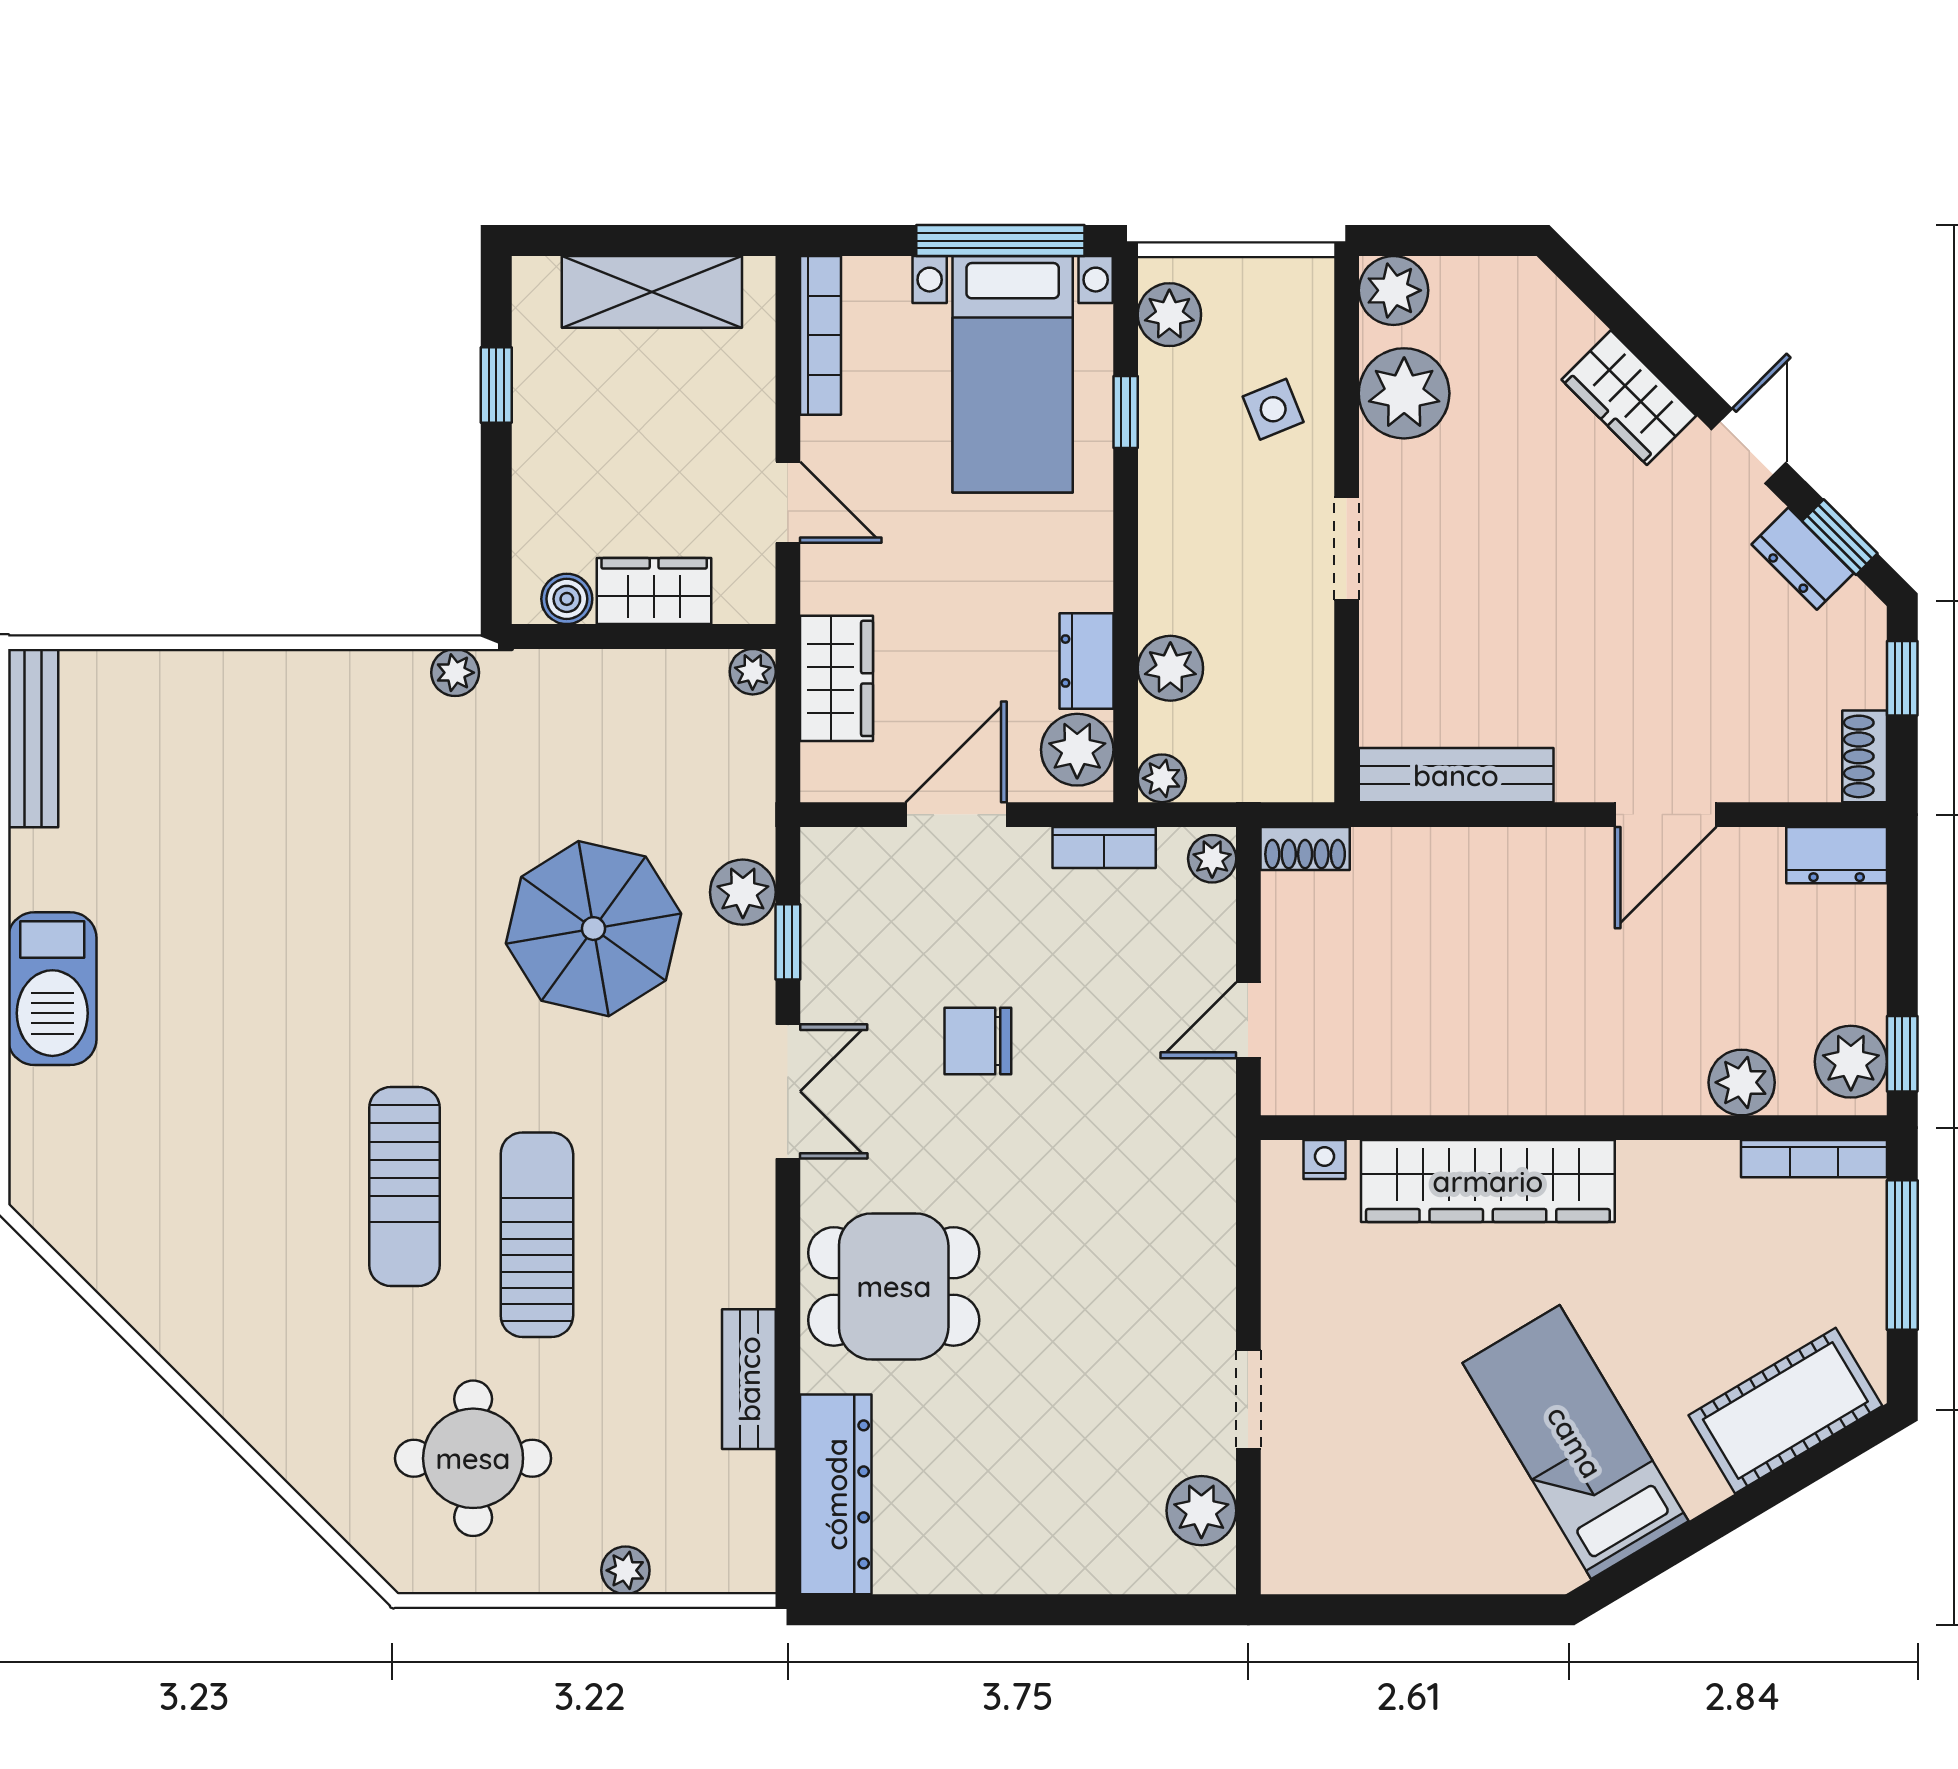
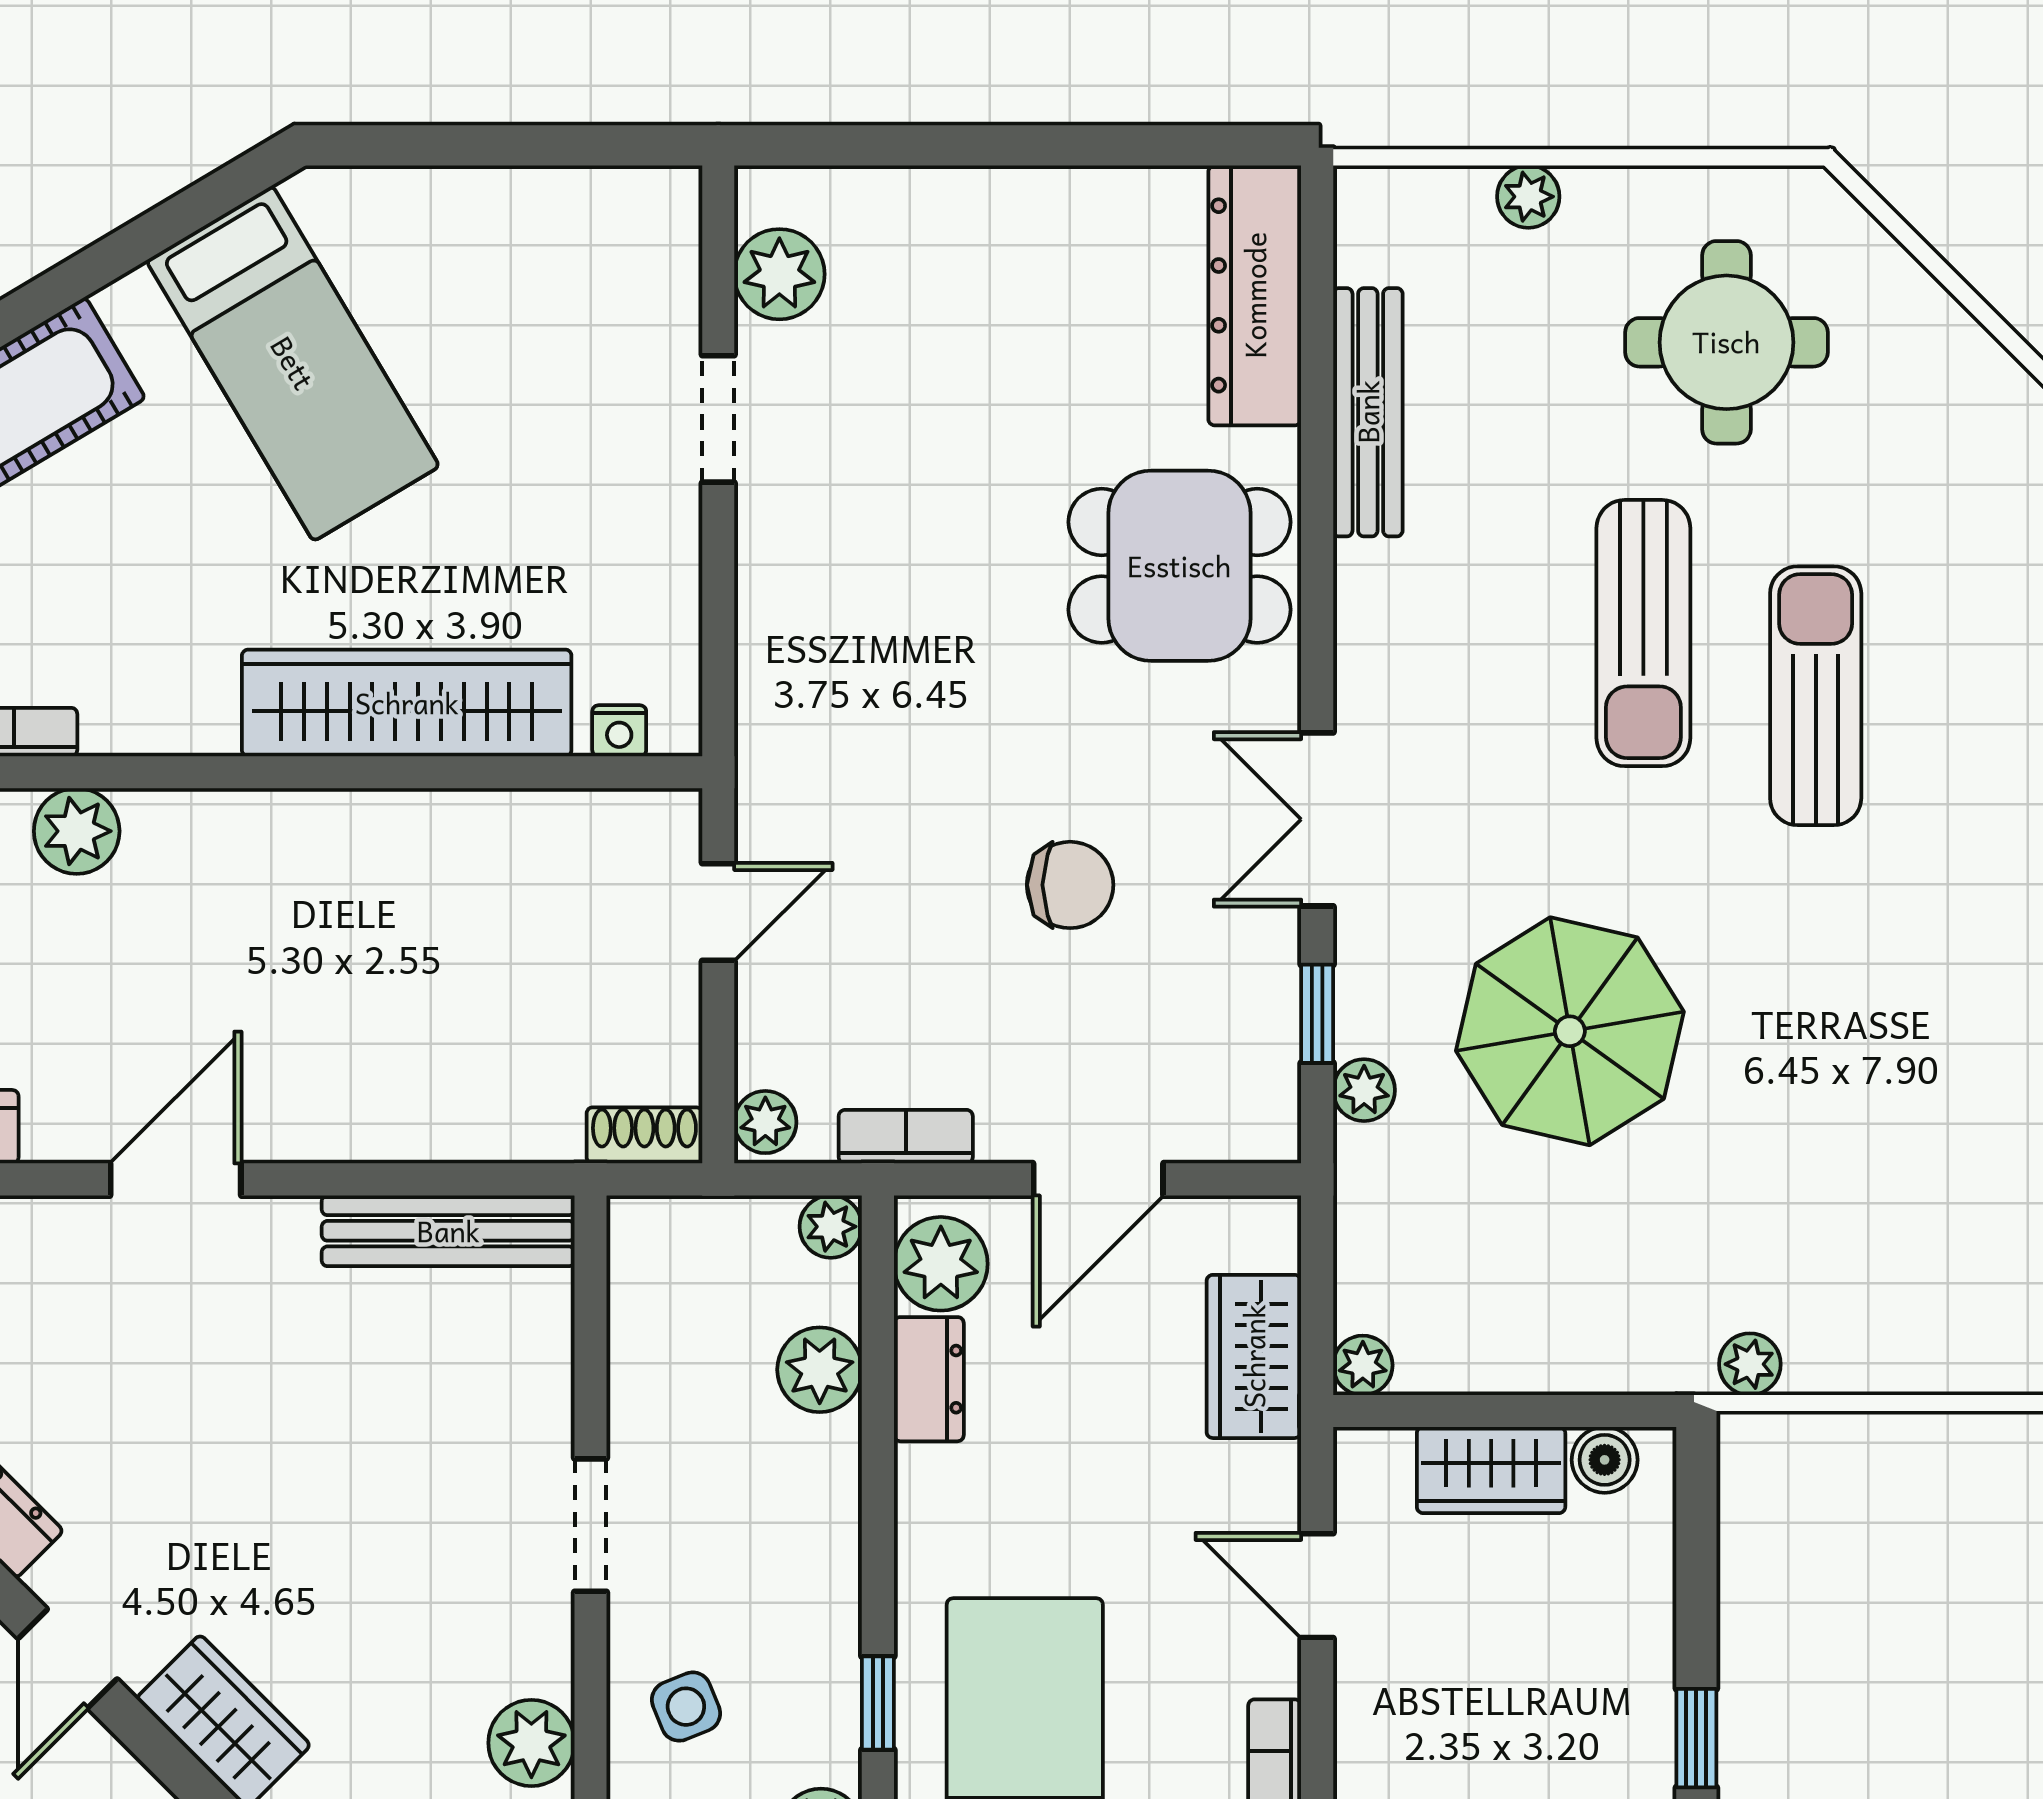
plant: (1404, 393) -> (531, 1743), width x0.73, depth x0.73
plant: (743, 892) -> (1364, 1090), width x0.73, depth x0.73
bench: (749, 1379) -> (1368, 412), width x1.36

